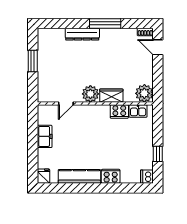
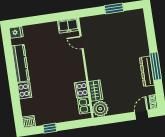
dresser: (82, 34) -> (147, 71), moved
plant: (90, 94) -> (93, 62), removed
wardrobe: (111, 96) -> (96, 91), moved
freezer: (45, 136) -> (68, 26), moved

